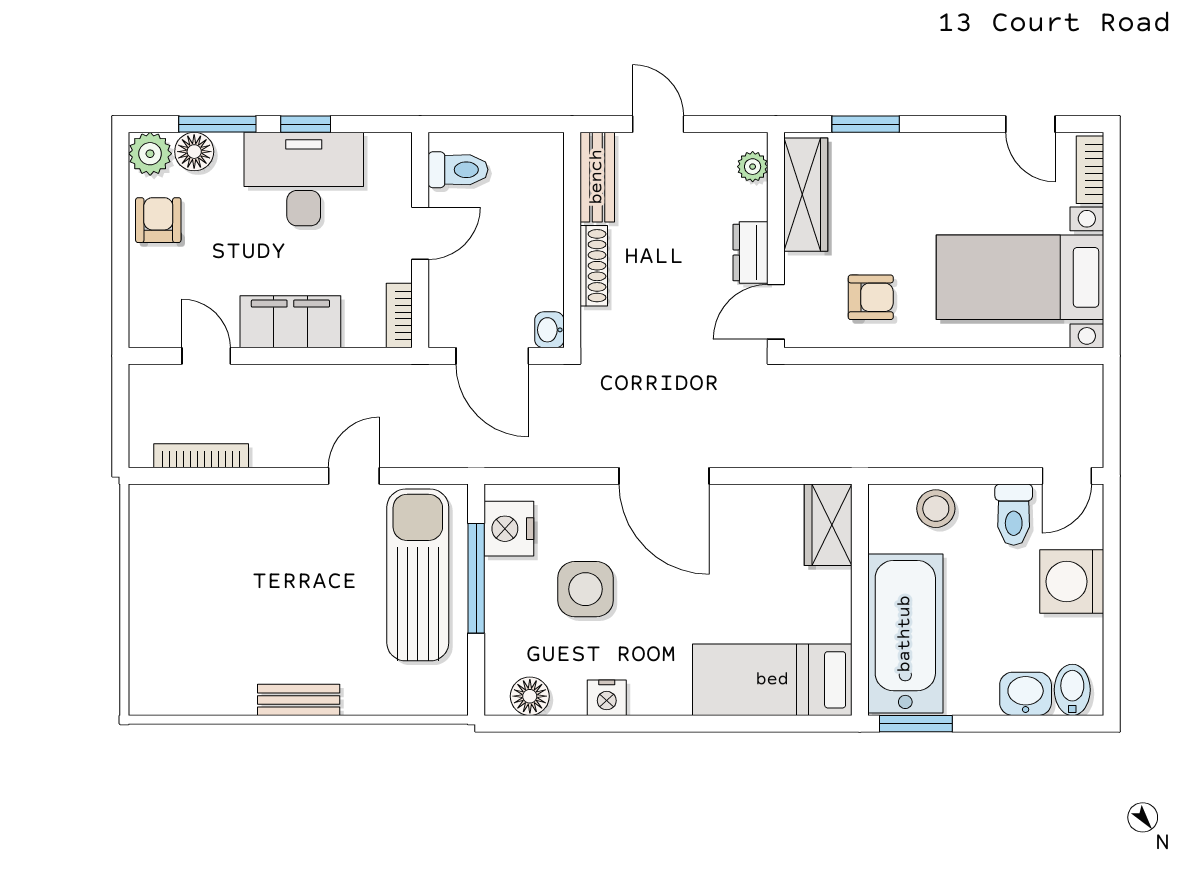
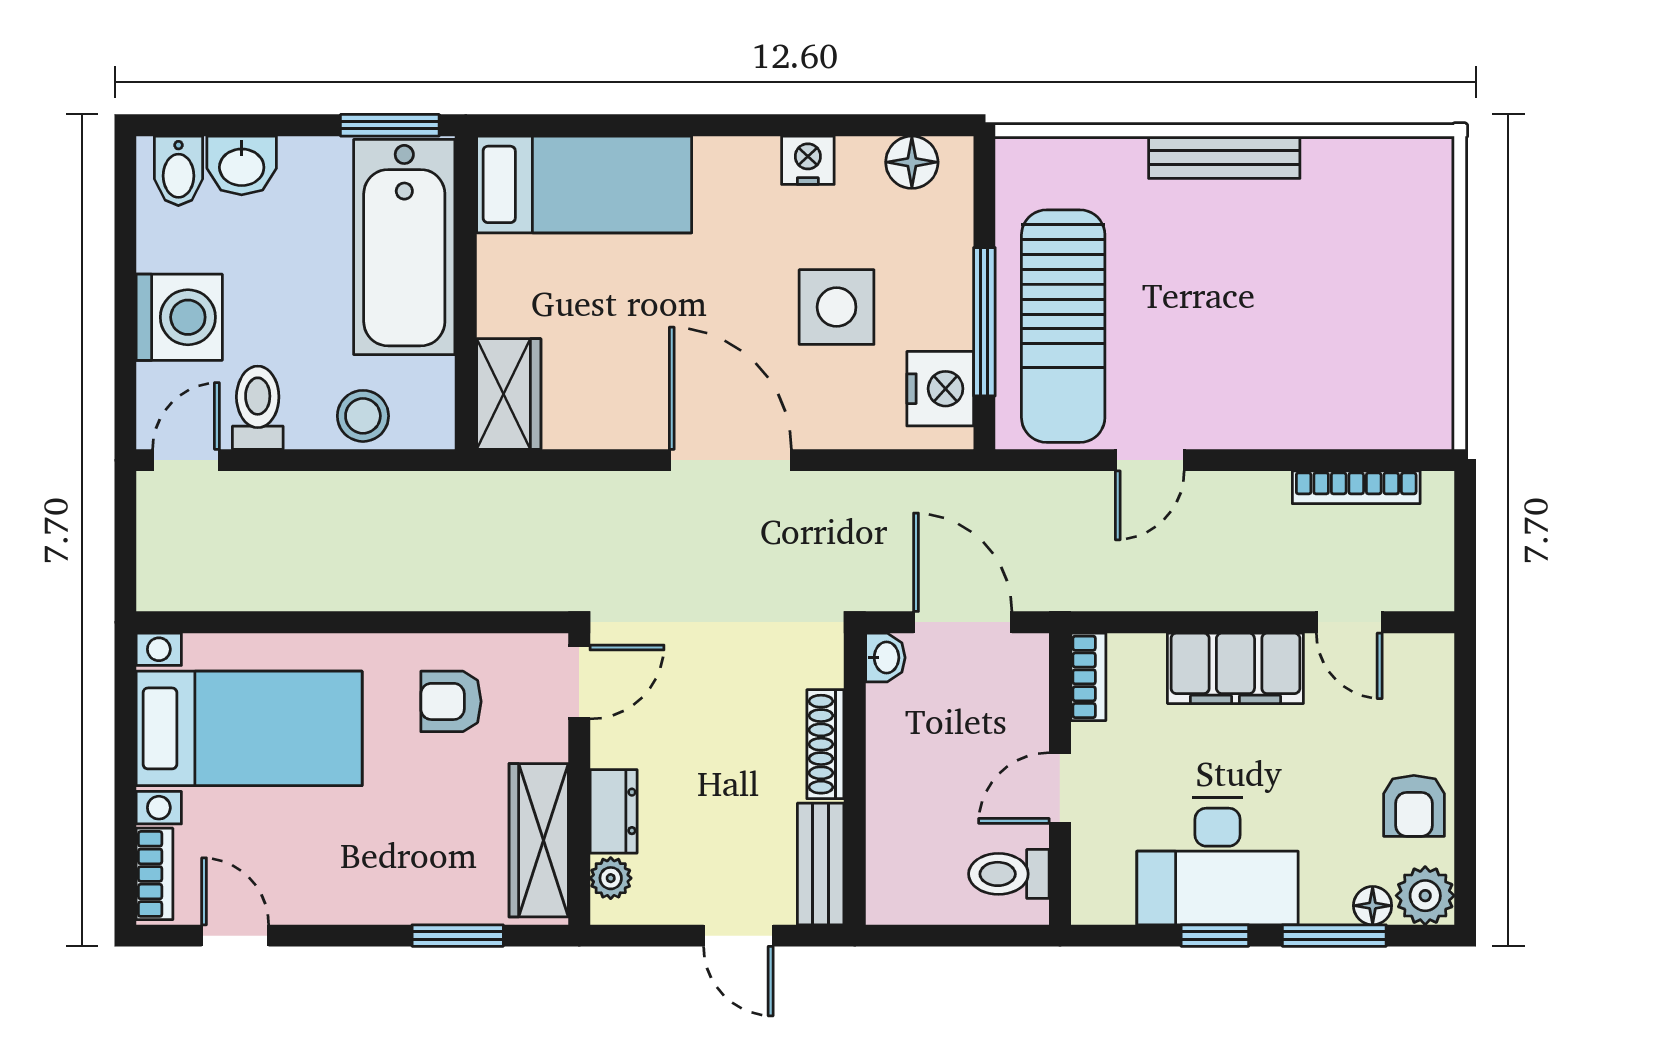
floor lamp: (194, 152) -> (1373, 906), width x0.73, depth x0.73
dresser: (750, 253) -> (614, 811), moved
bench: (299, 700) -> (1224, 157), width x1.36

